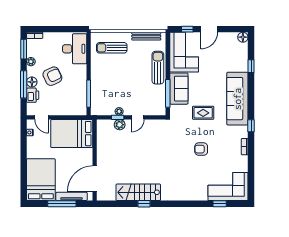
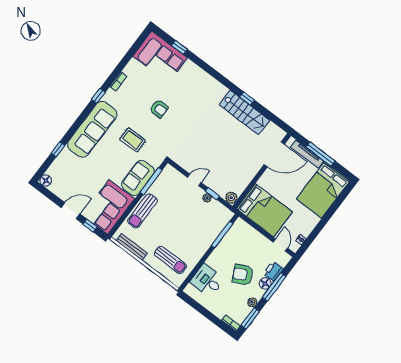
desk: (75, 49) -> (207, 280), width x0.73
plant: (120, 125) -> (231, 198), moved

